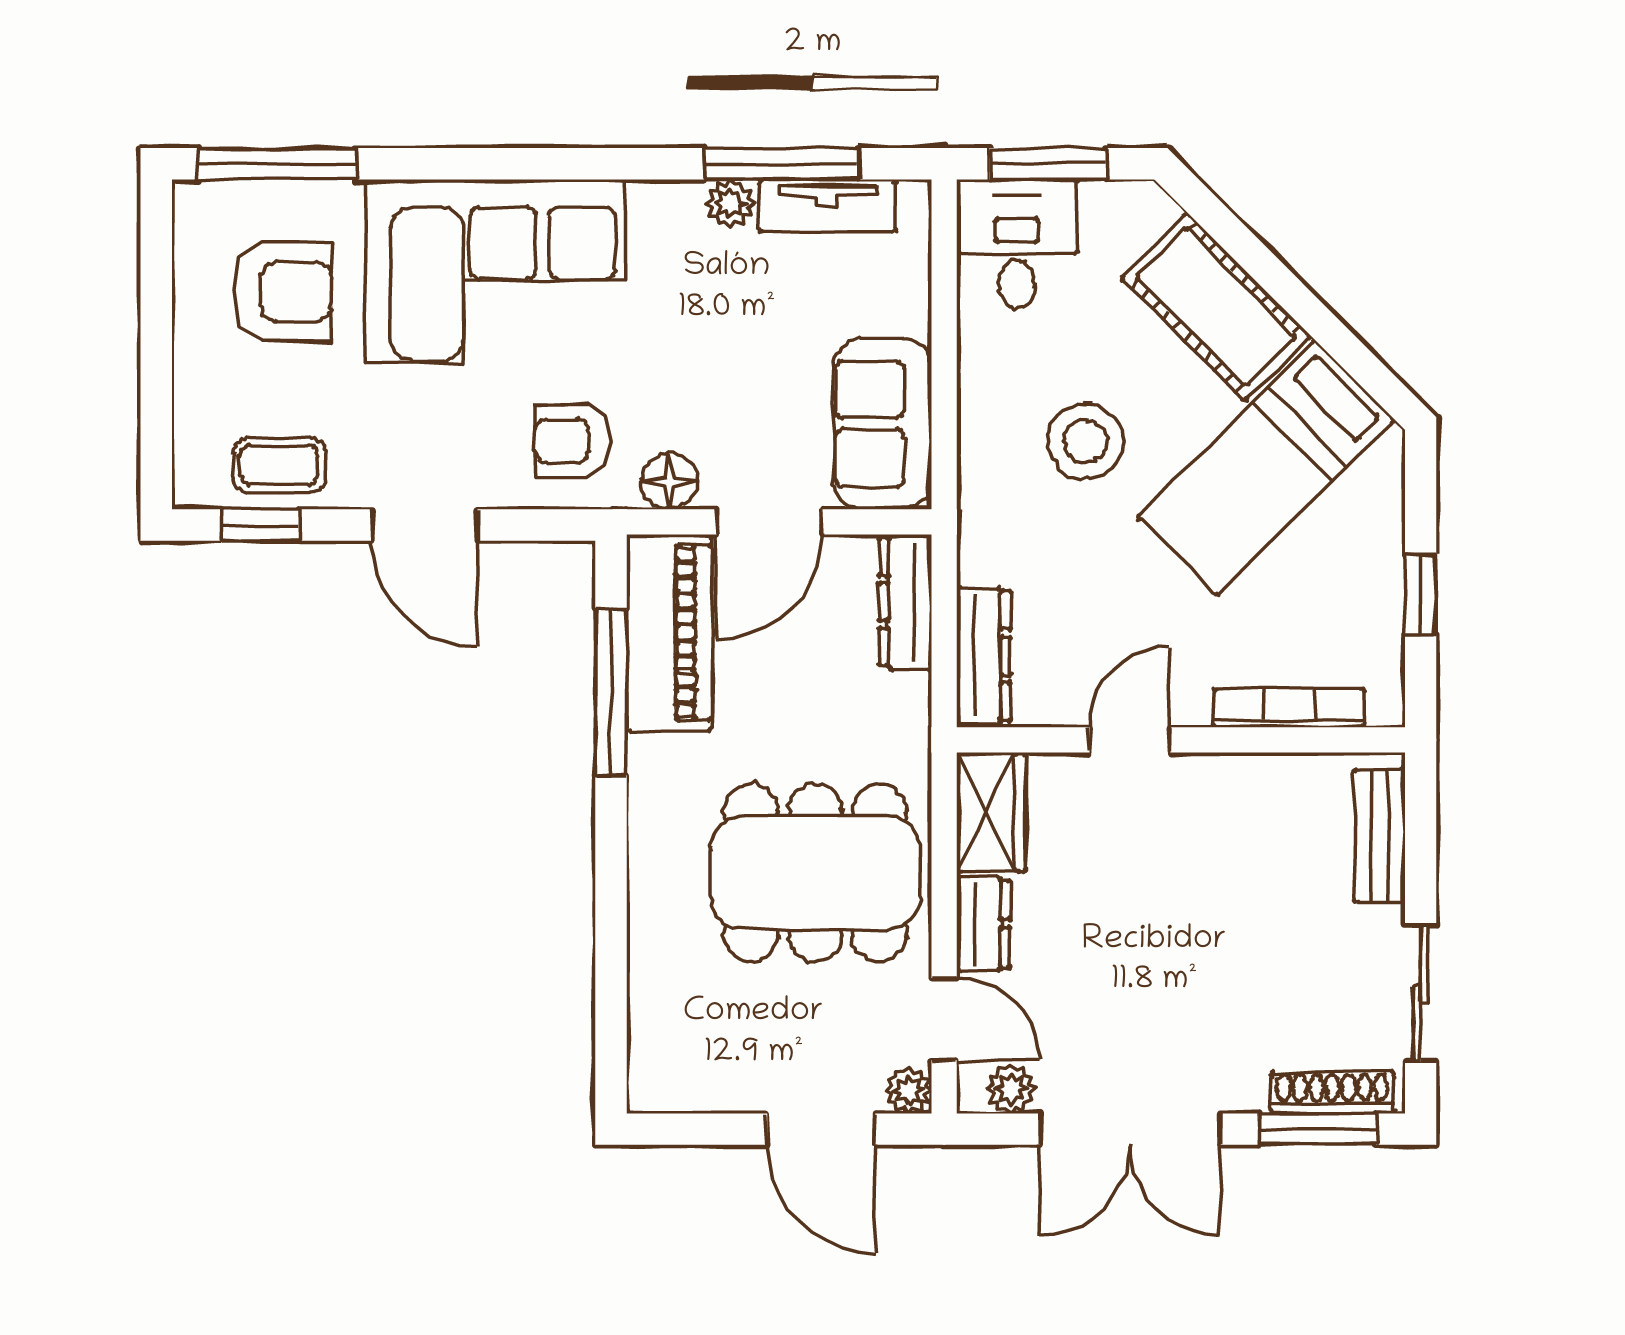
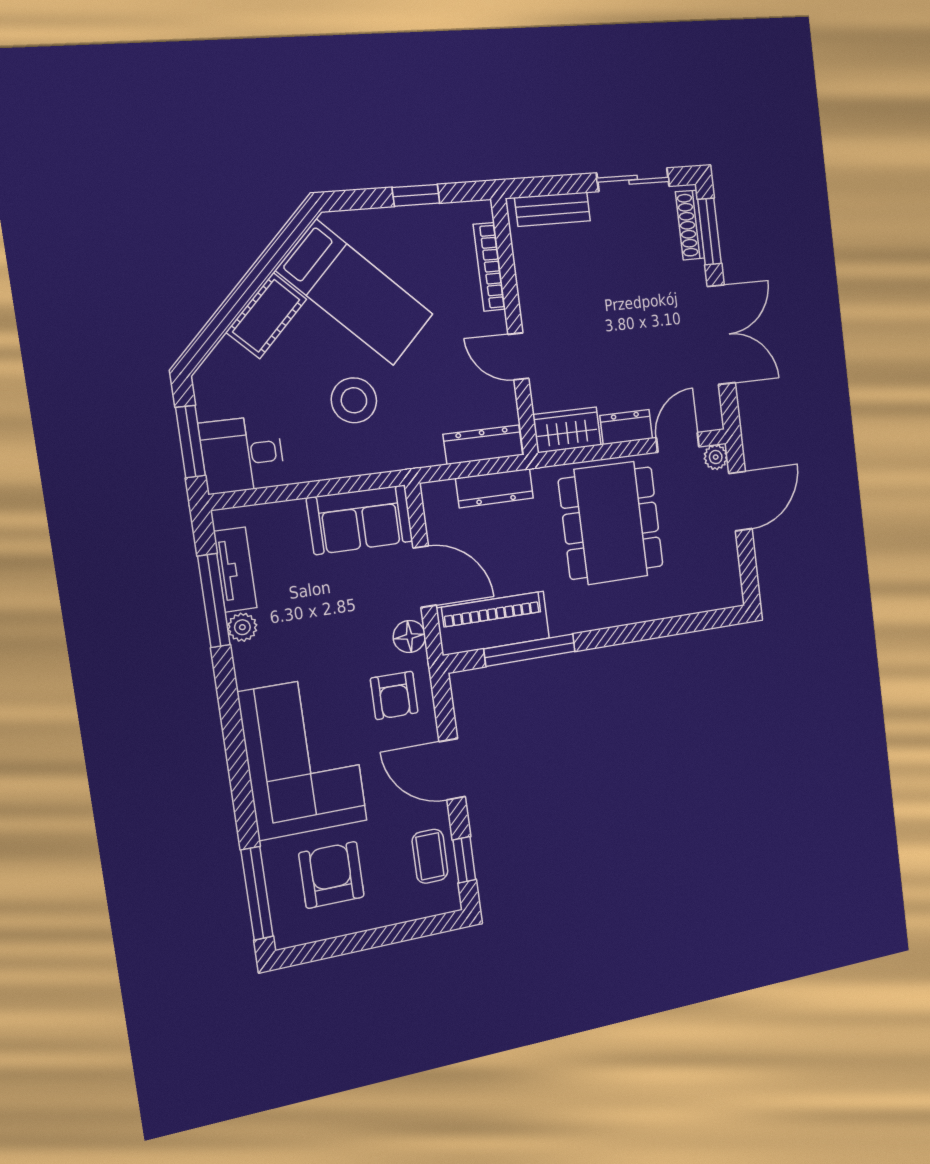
cot: (1216, 307) -> (266, 316), width x0.73, depth x0.75
door: (425, 525) -> (452, 769), swing flipped
dresser: (905, 602) -> (495, 488), moved
plant: (1011, 1089) -> (709, 401), removed

